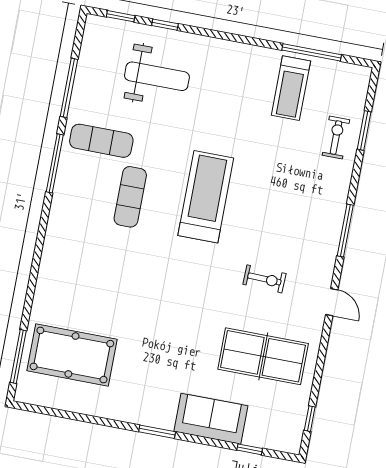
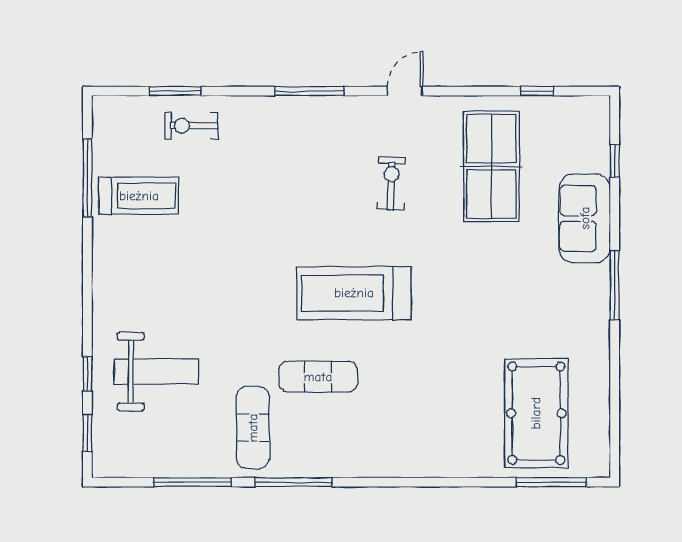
weight bench: (157, 76) -> (156, 372), turned 90
treadmill: (206, 197) -> (354, 293), moved
window: (310, 419) -> (537, 91), moved
window: (157, 432) -> (615, 285), width x1.44

